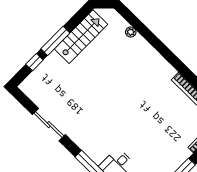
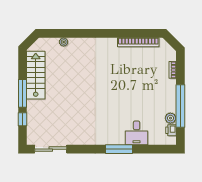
sliding door: (49, 125) -> (51, 149), moved

